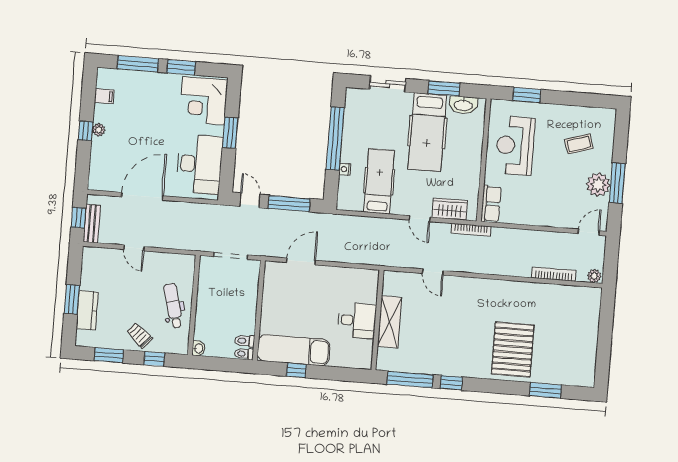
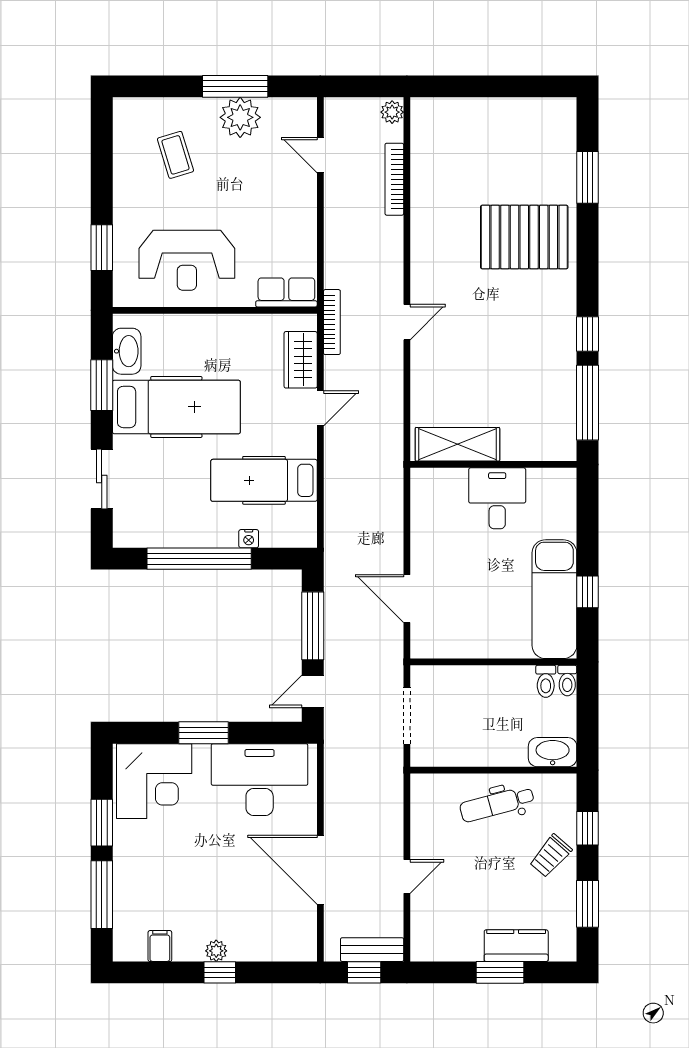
door: (589, 232) -> (320, 155), moved
door: (433, 272) -> (407, 322), moved
shelving: (390, 322) -> (457, 444), moved
washbasin: (198, 348) -> (553, 752), width x1.91, depth x1.45

